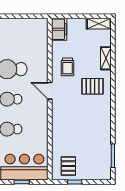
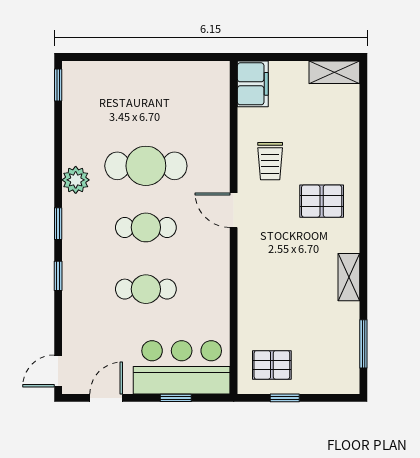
shelving: (106, 58) -> (349, 277), moved
pallet: (68, 166) -> (272, 365), turned 90

